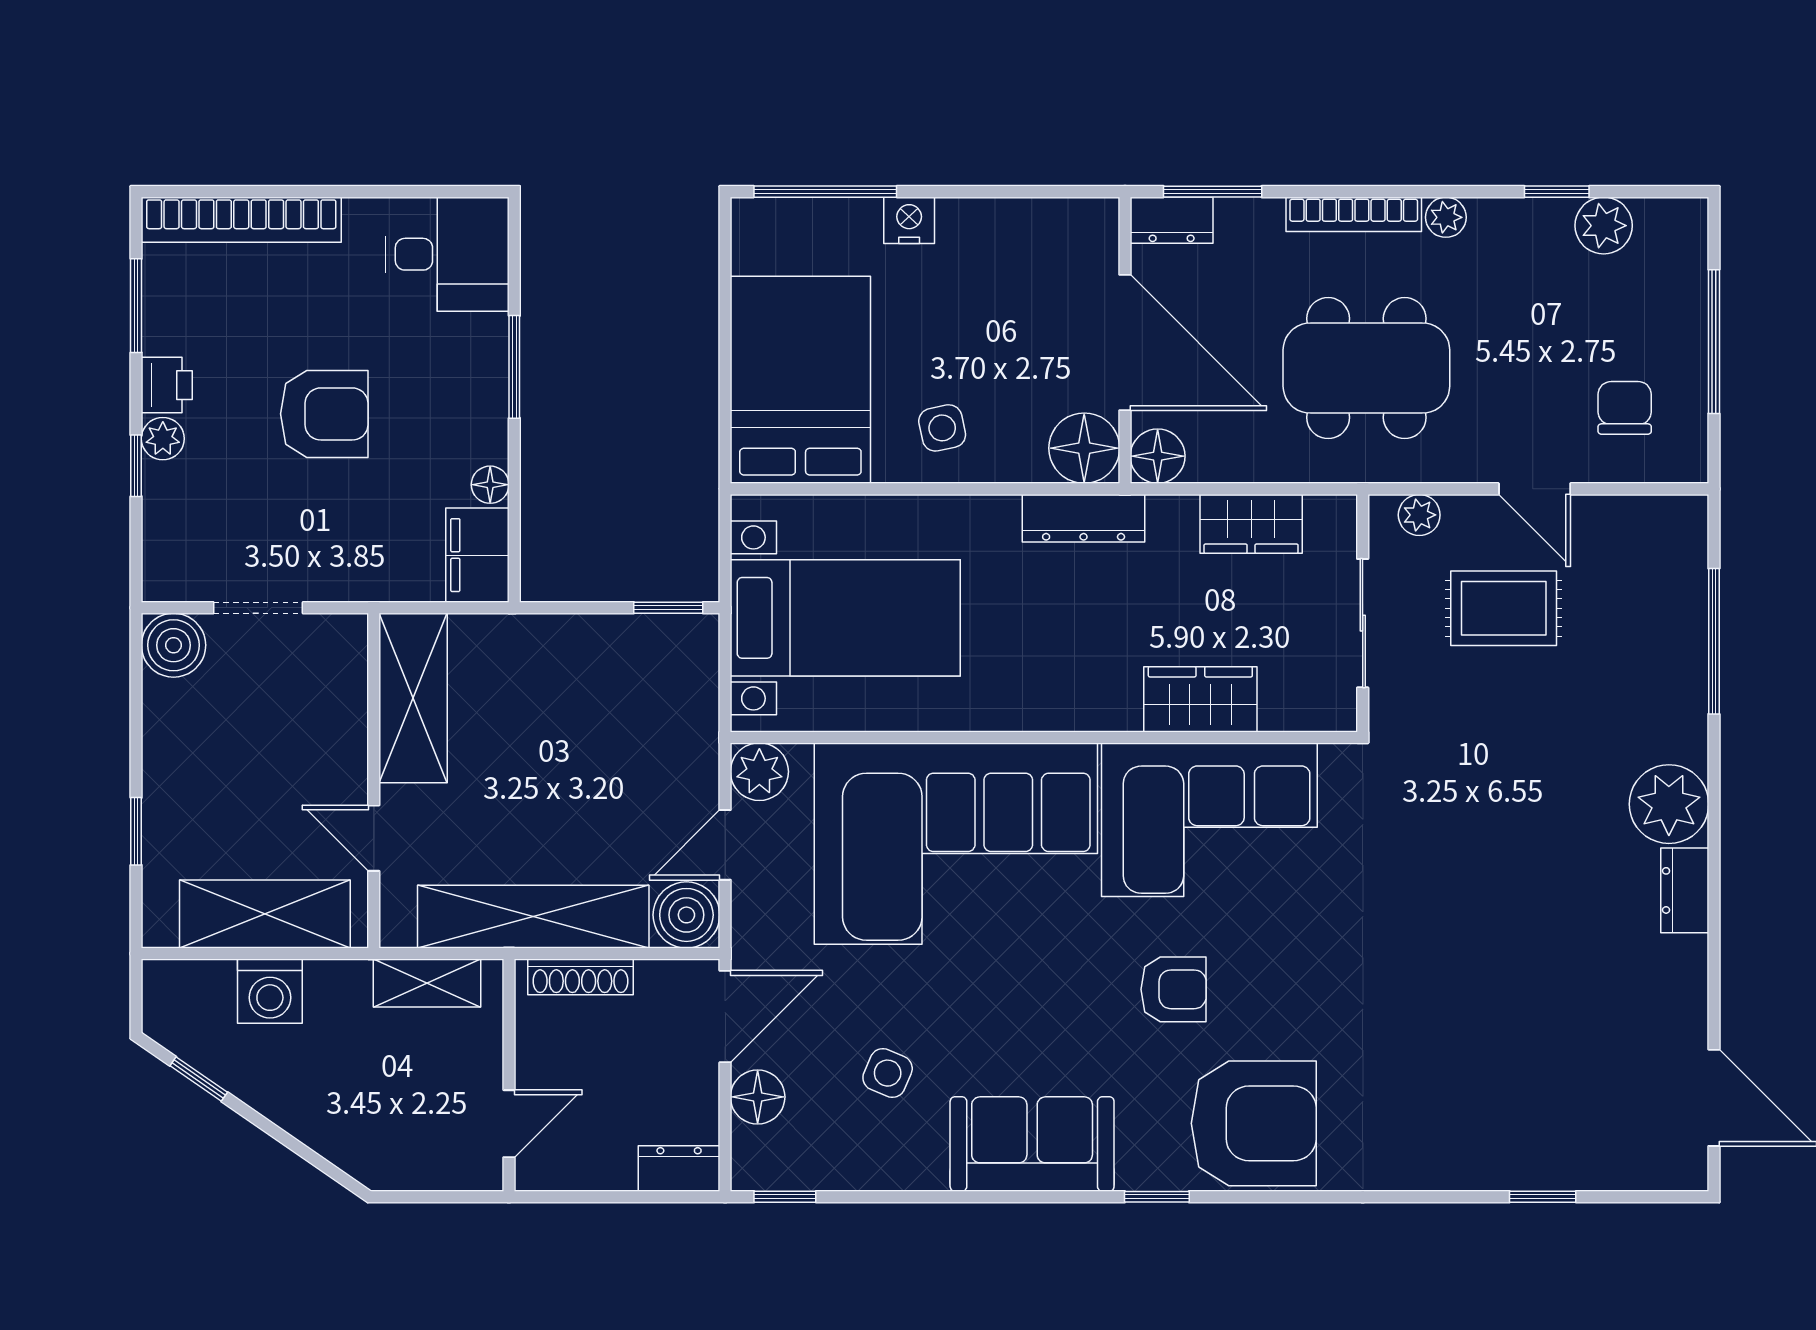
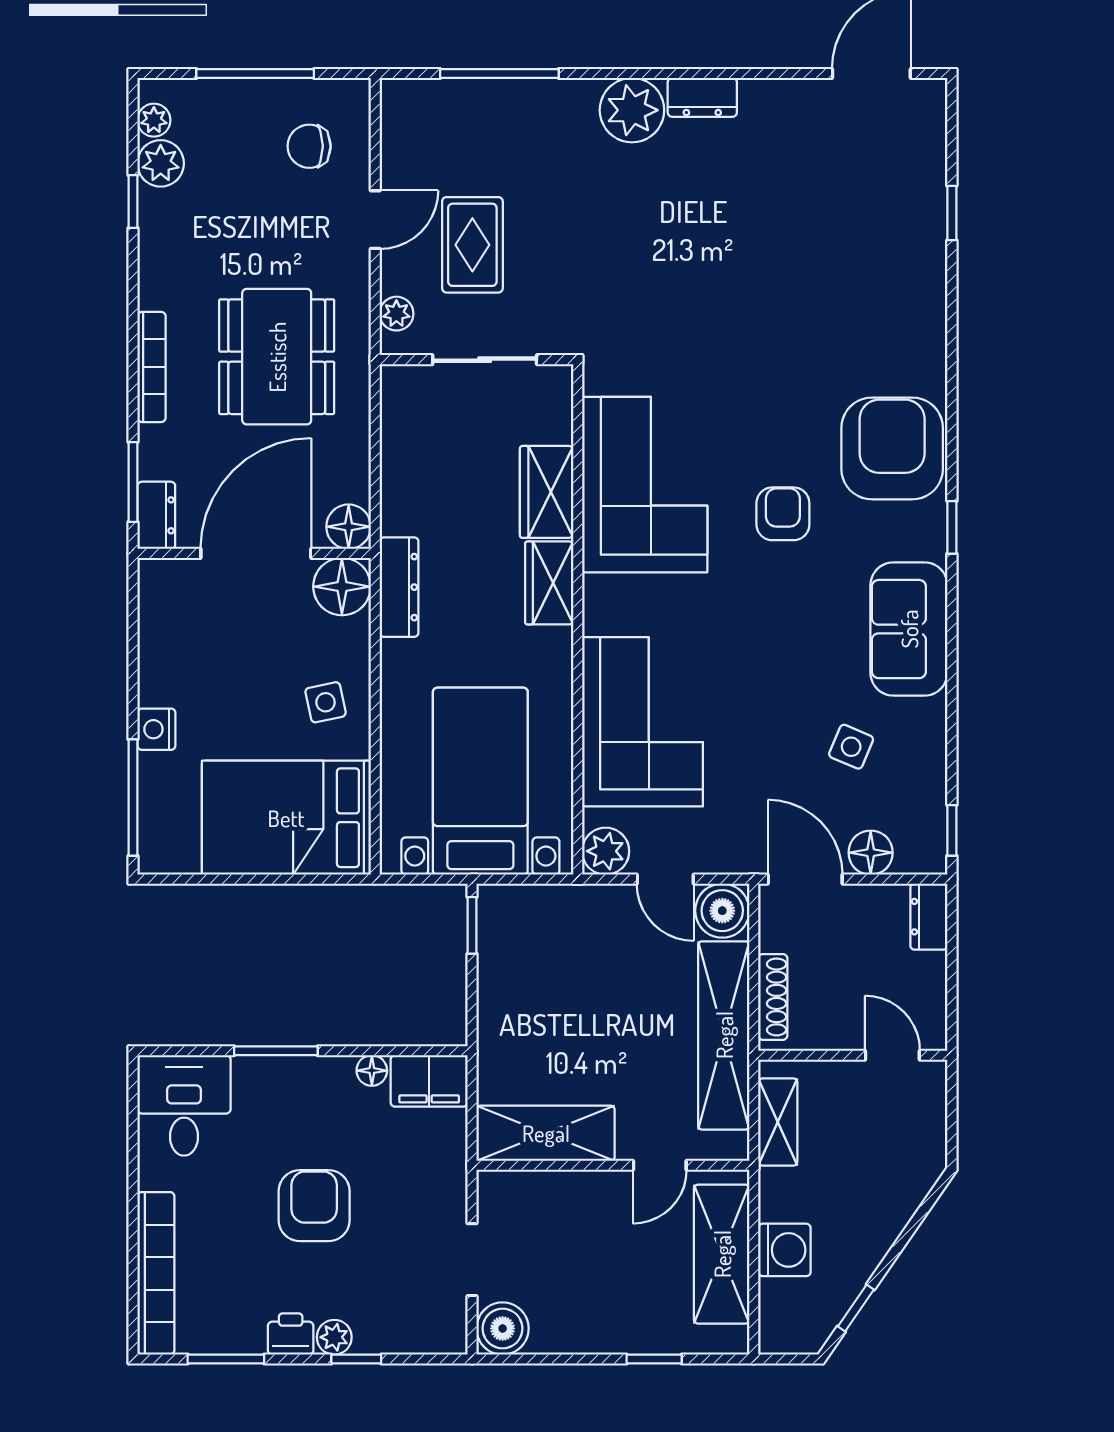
plant: (1446, 217) -> (154, 120), moved
wardrobe: (1251, 524) -> (549, 583), moved, turned 180
corner sofa: (956, 844) -> (642, 722), width x0.73, depth x0.74

